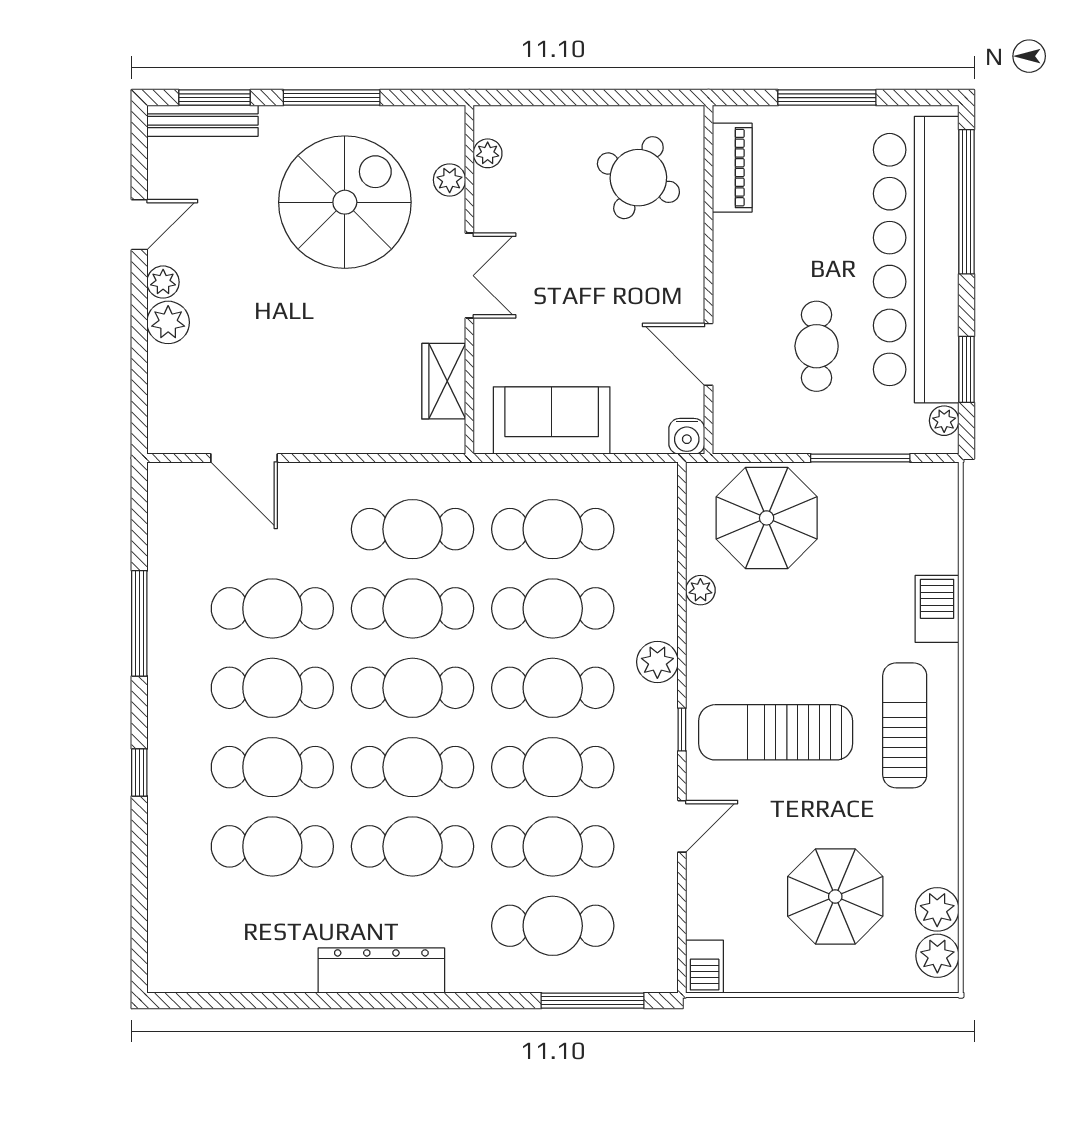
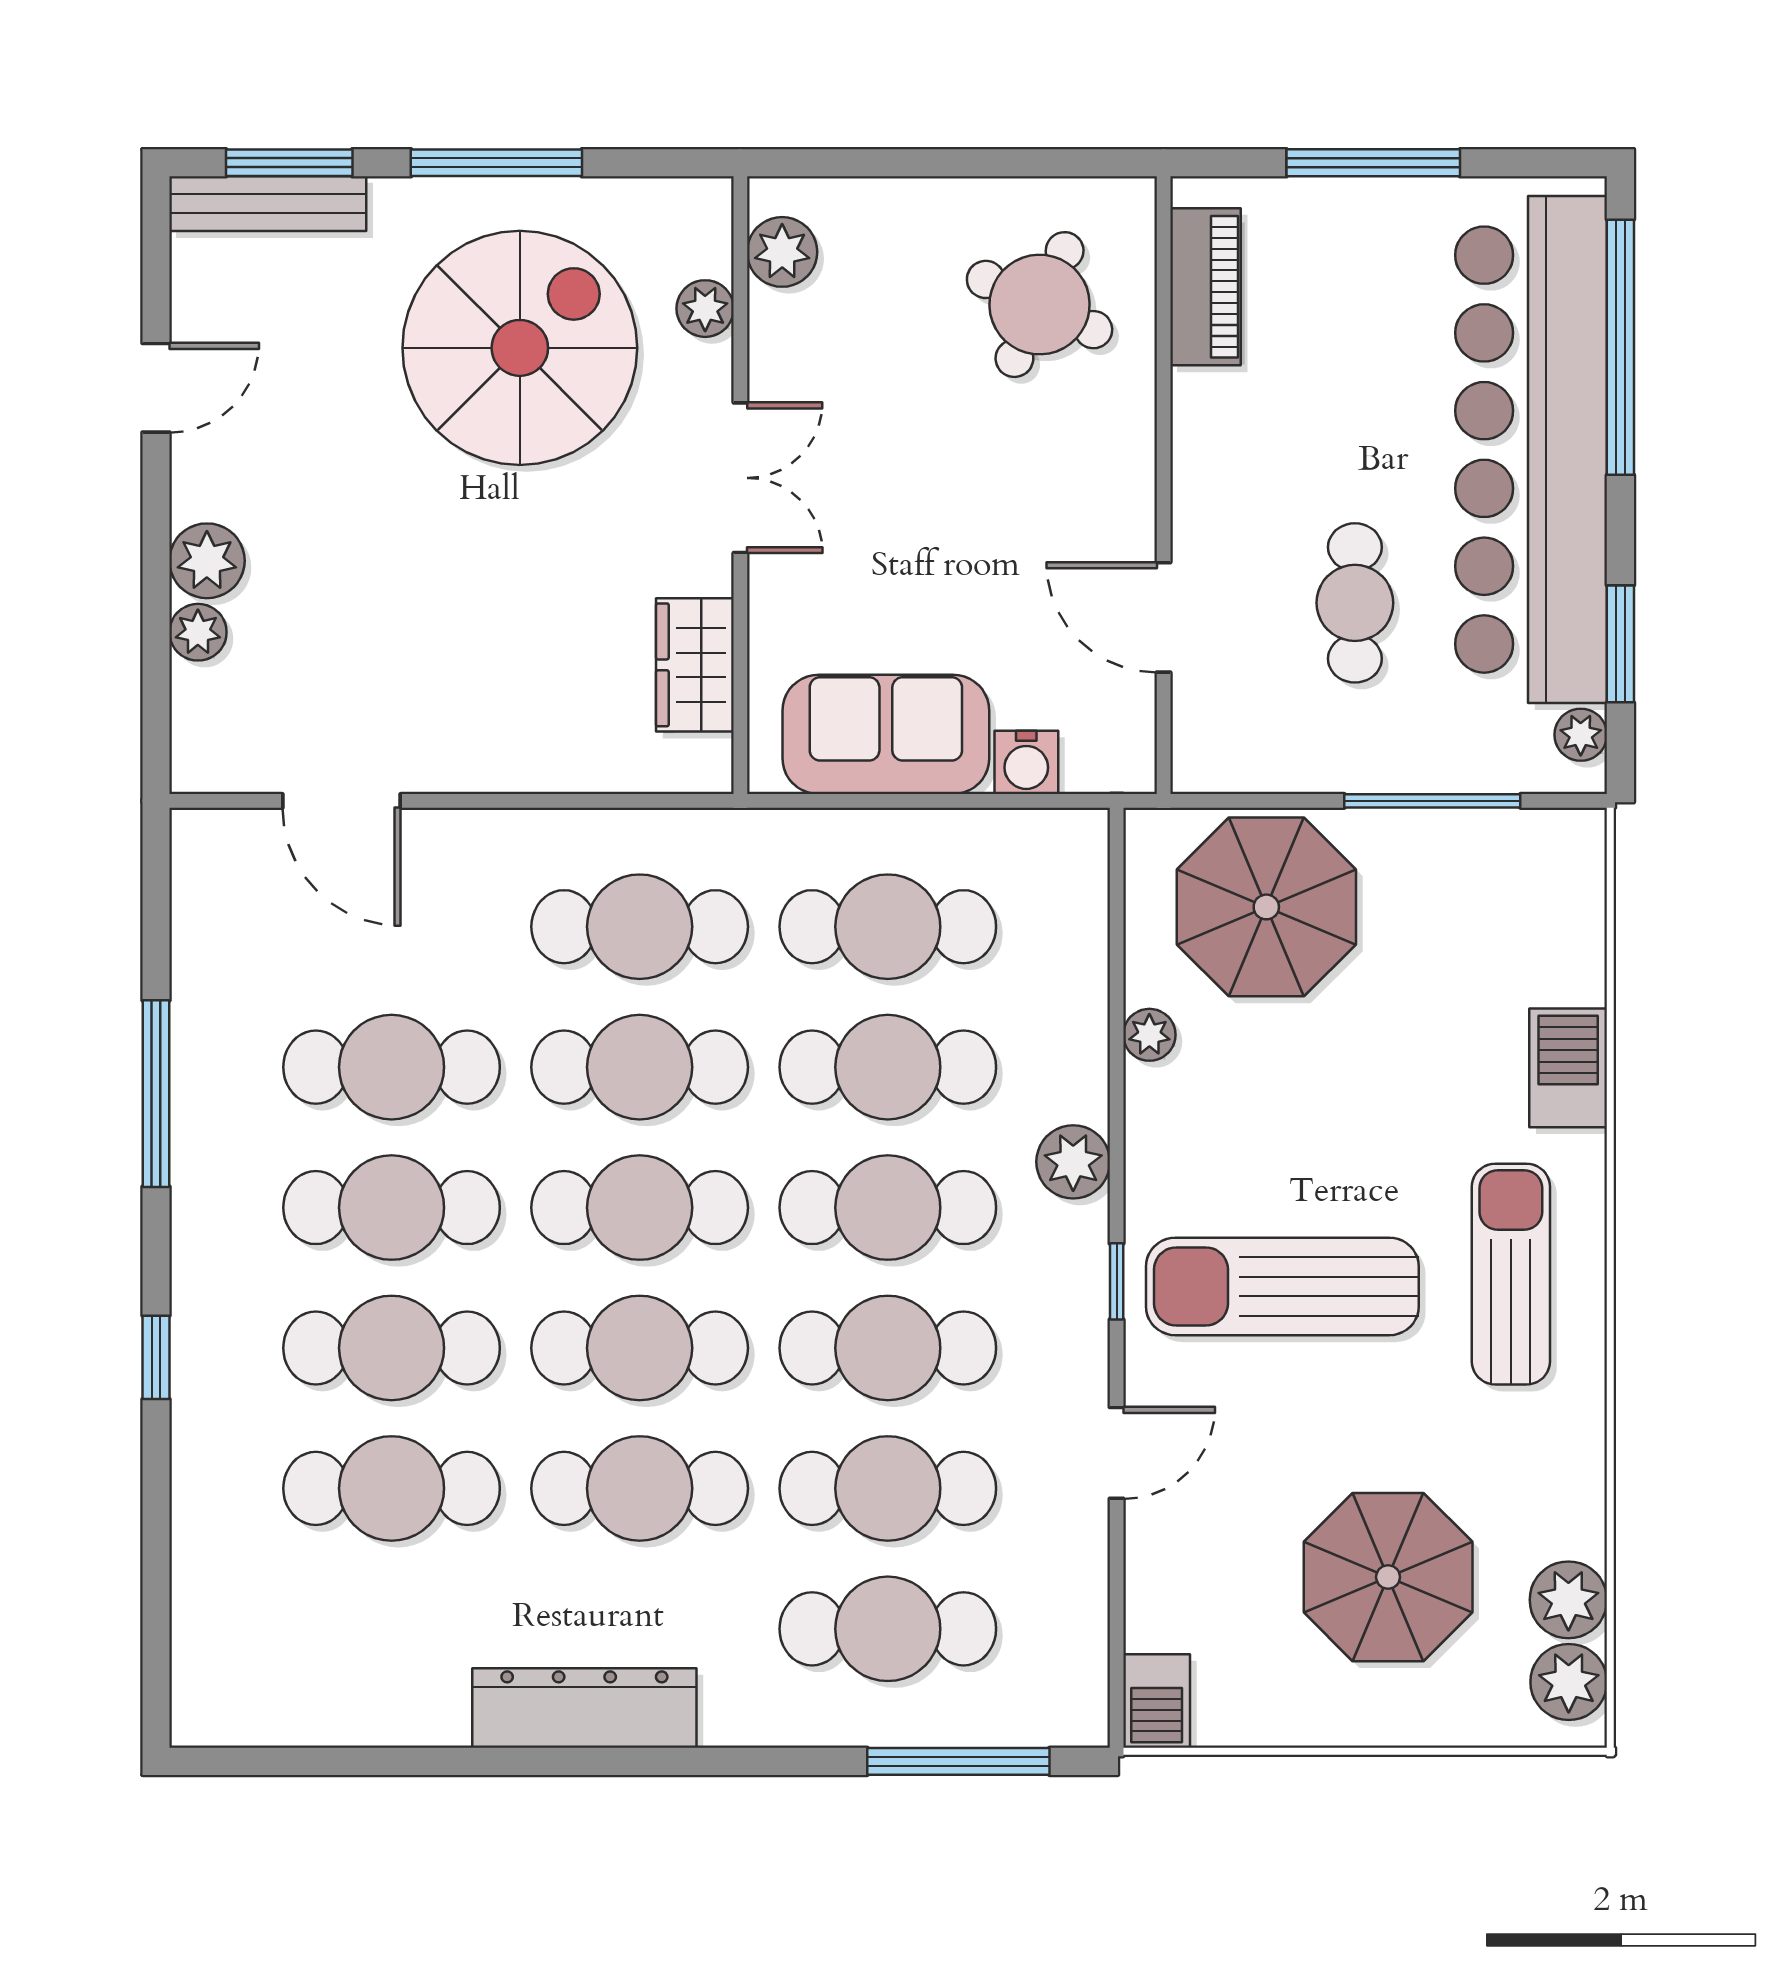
plant: (488, 153) -> (782, 252), width x1.38, depth x1.38
plant: (163, 282) -> (198, 632), moved
water cooler: (687, 436) -> (1026, 762), moved

